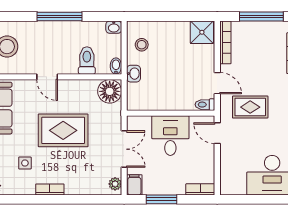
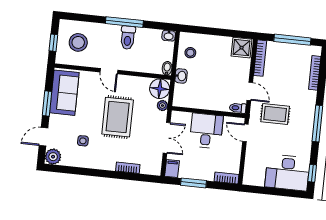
toilet: (87, 60) -> (128, 38), moved, turned 180
rug: (63, 130) -> (118, 117), turned 90
plant: (115, 184) -> (162, 106), moved
bookcase: (50, 189) -> (128, 168), moved

